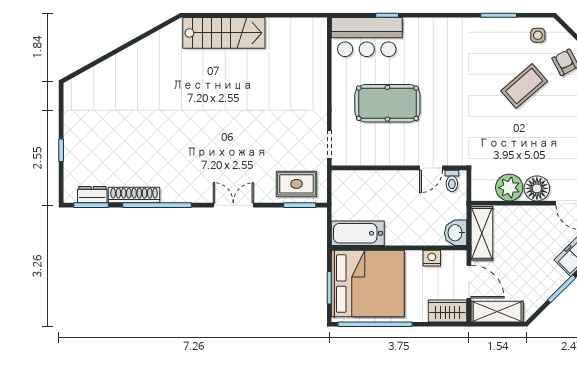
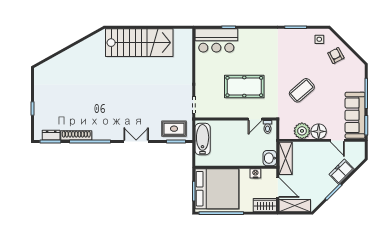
stairs: (224, 33) -> (139, 43), width x1.36, depth x1.51
coffee table: (524, 86) -> (302, 90), moved
pool table: (387, 103) -> (244, 87), moved
bathtub: (358, 233) -> (203, 139), moved, turned 90

